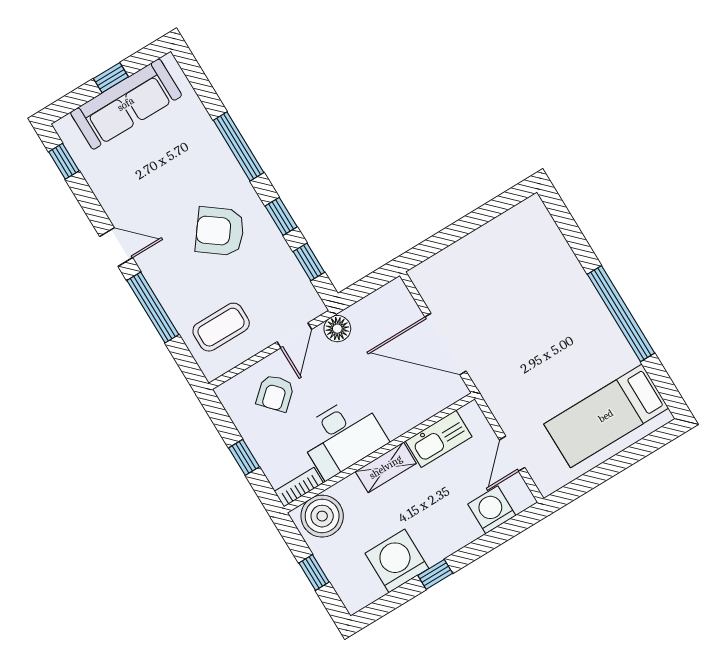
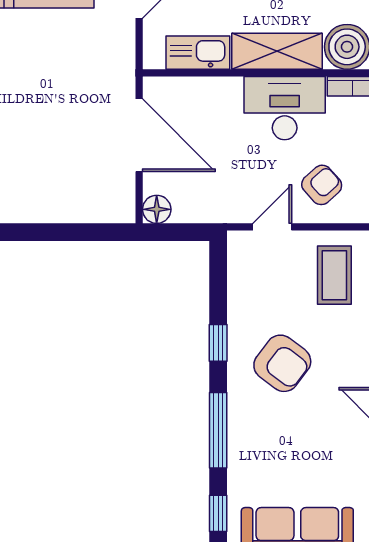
window: (309, 262) -> (218, 513), moved
coffee table: (221, 327) -> (334, 275), turned 90
floor lamp: (337, 329) -> (157, 209), moved
shelving: (386, 467) -> (277, 51), width x1.50, depth x1.33

